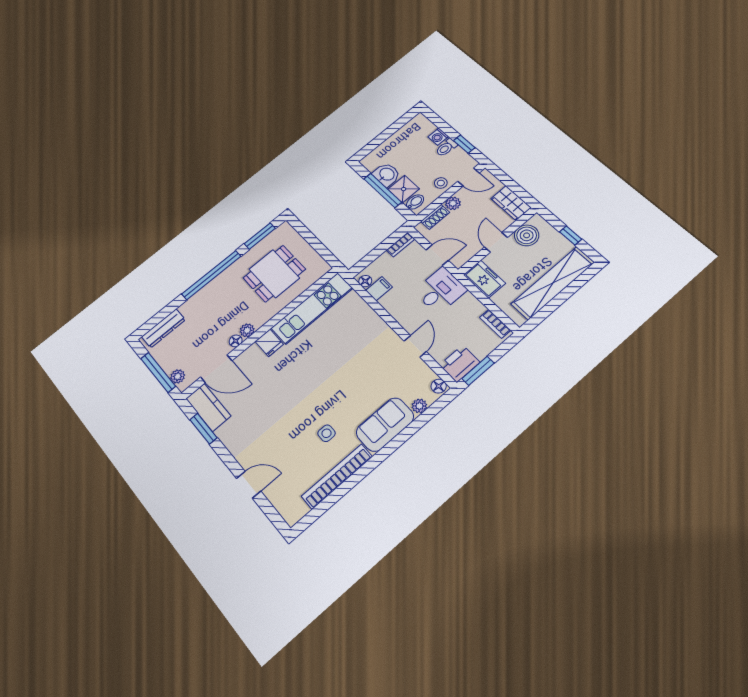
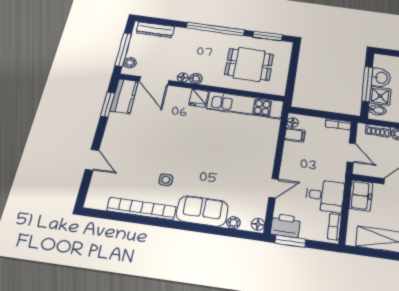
desk: (440, 291) -> (325, 196), moved

